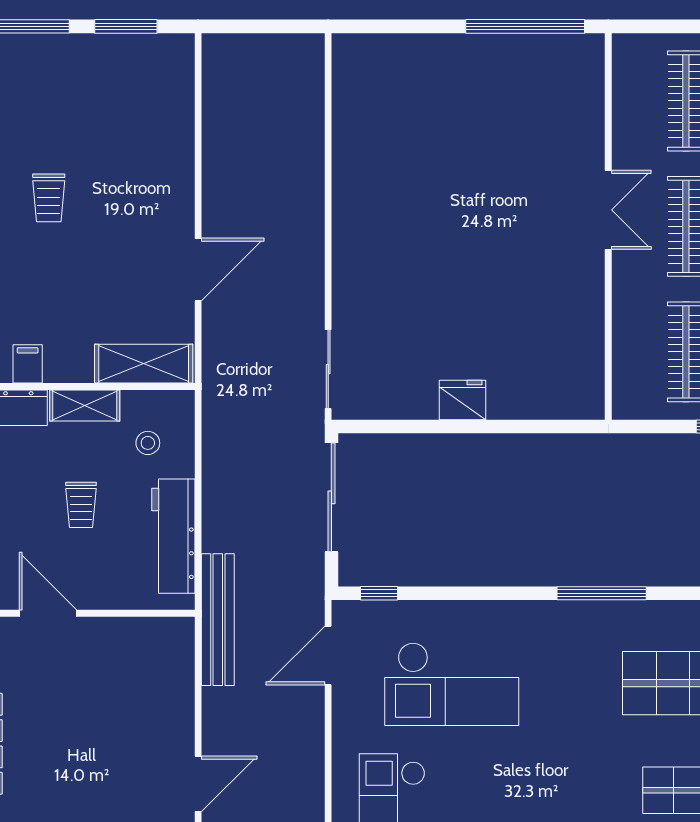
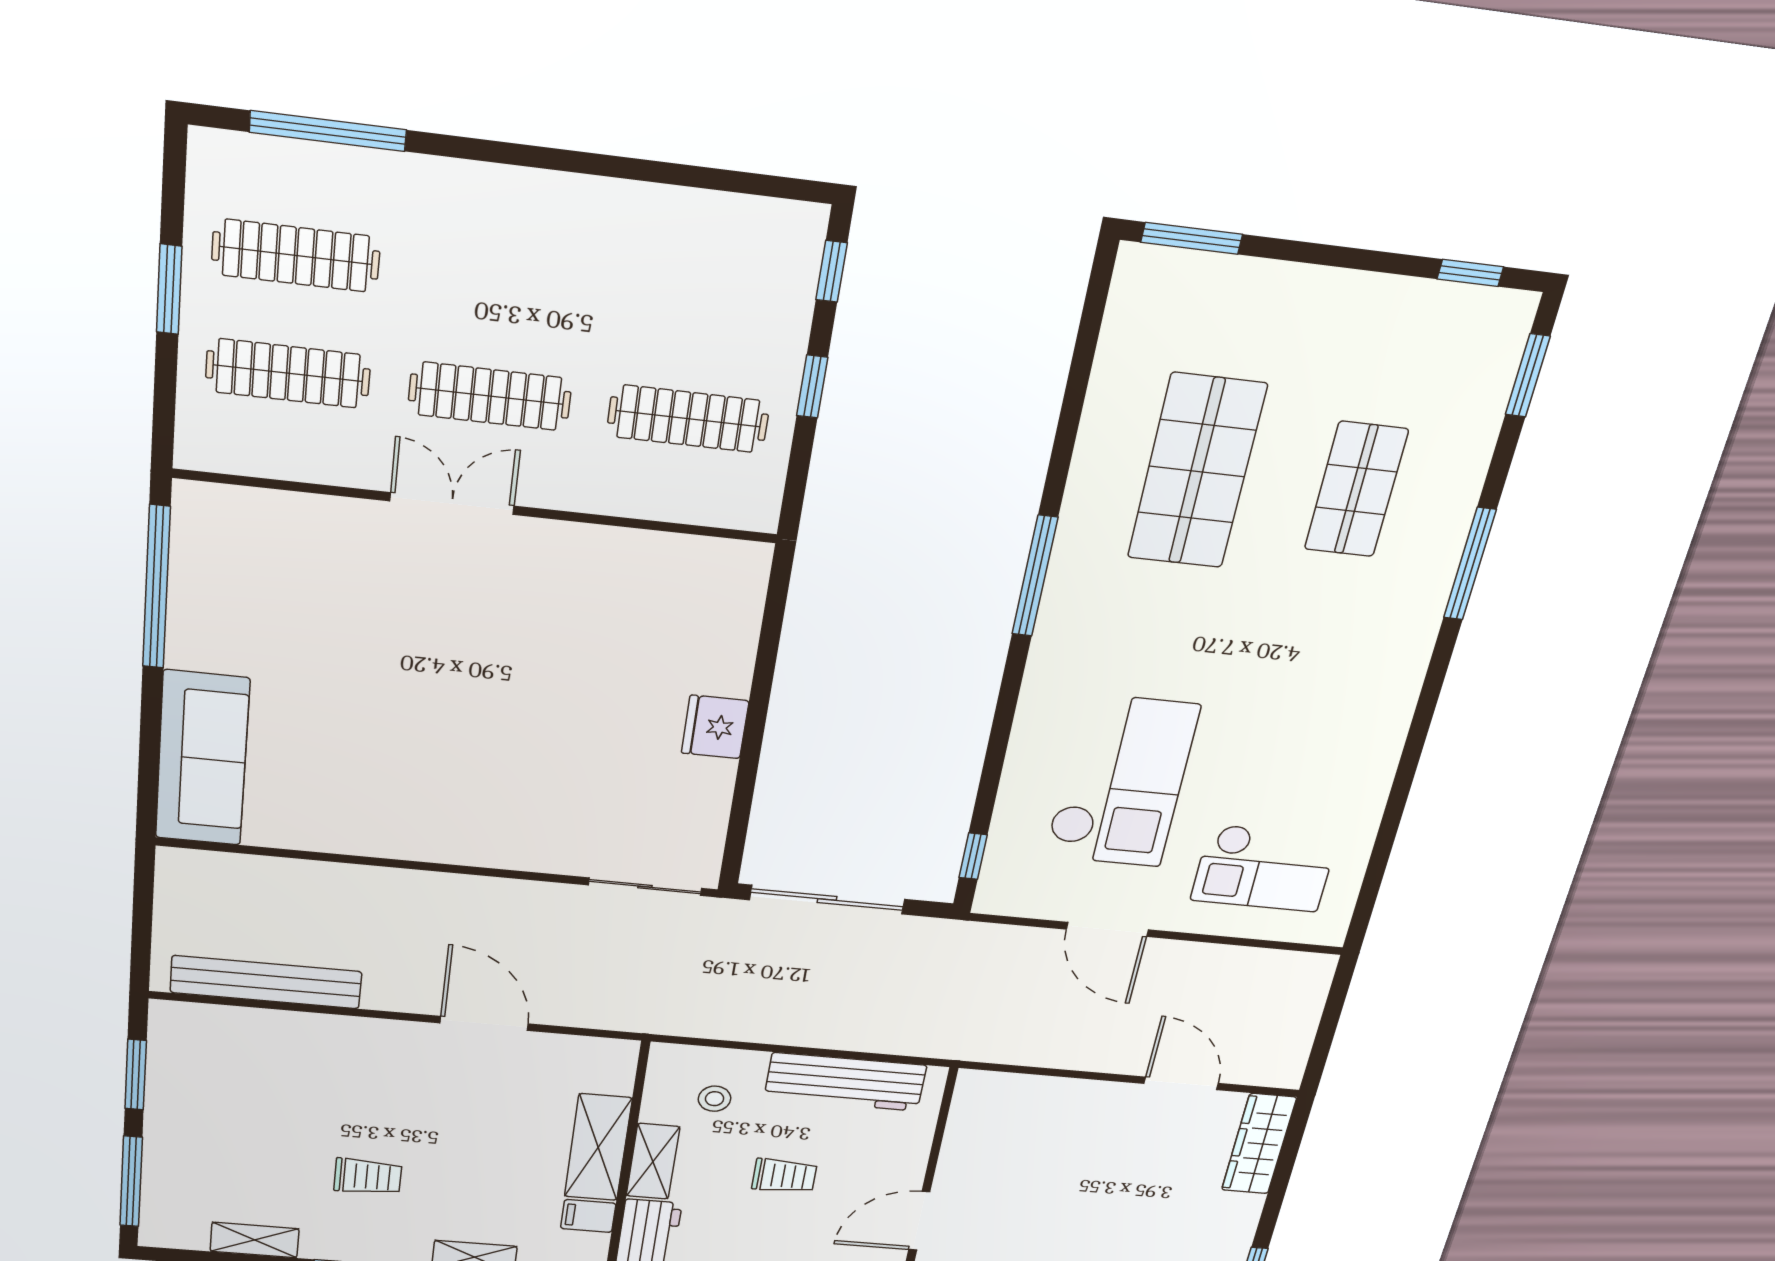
sofa: (398, 61) -> (202, 759), added
shelving: (144, 364) -> (598, 1147), moved
bench: (218, 620) -> (266, 982), moved
door: (328, 656) -> (1107, 929), moved

